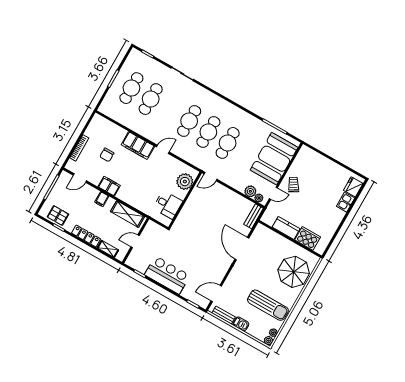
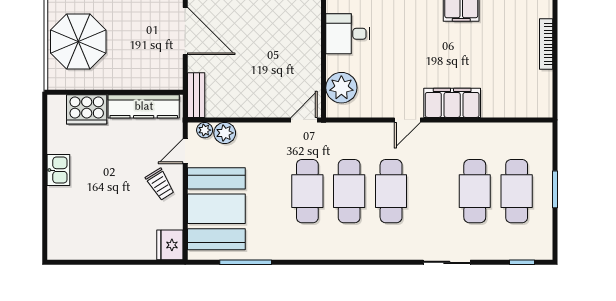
chair: (107, 155) -> (494, 58), removed
fridge: (353, 187) -> (170, 245), moved, turned 180
kitchen sink: (346, 202) -> (58, 170), moved
kitchen counter: (286, 228) -> (144, 106), width x1.50

